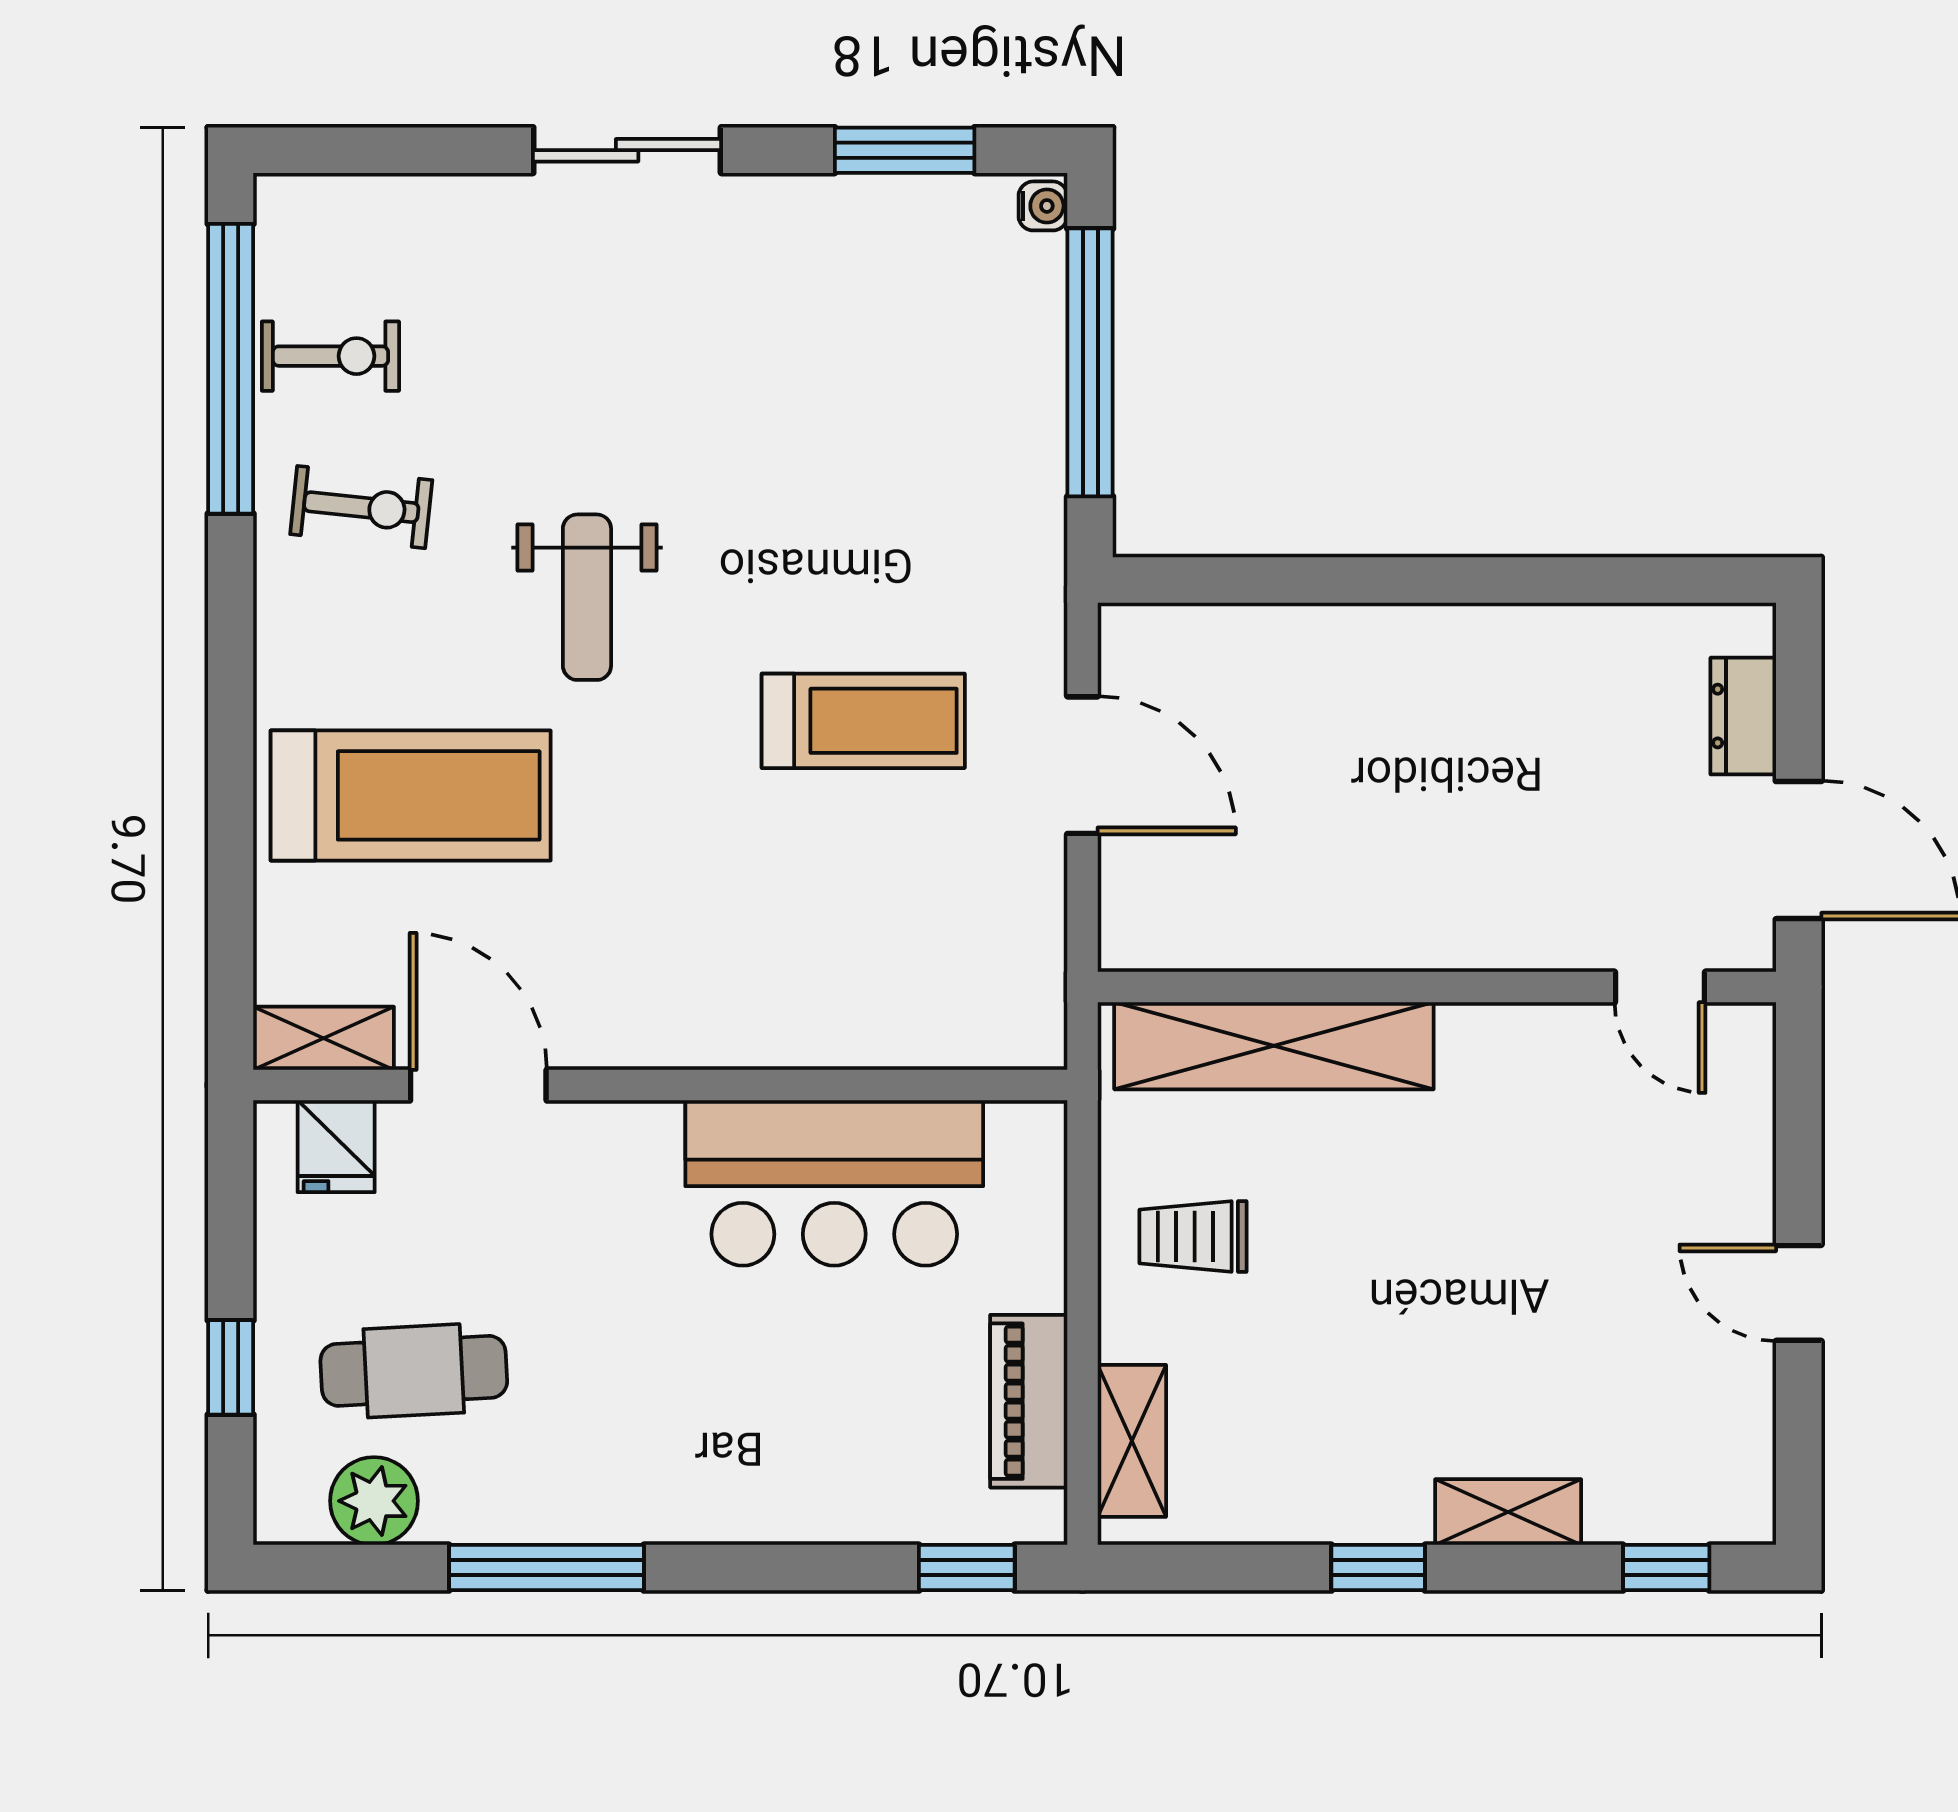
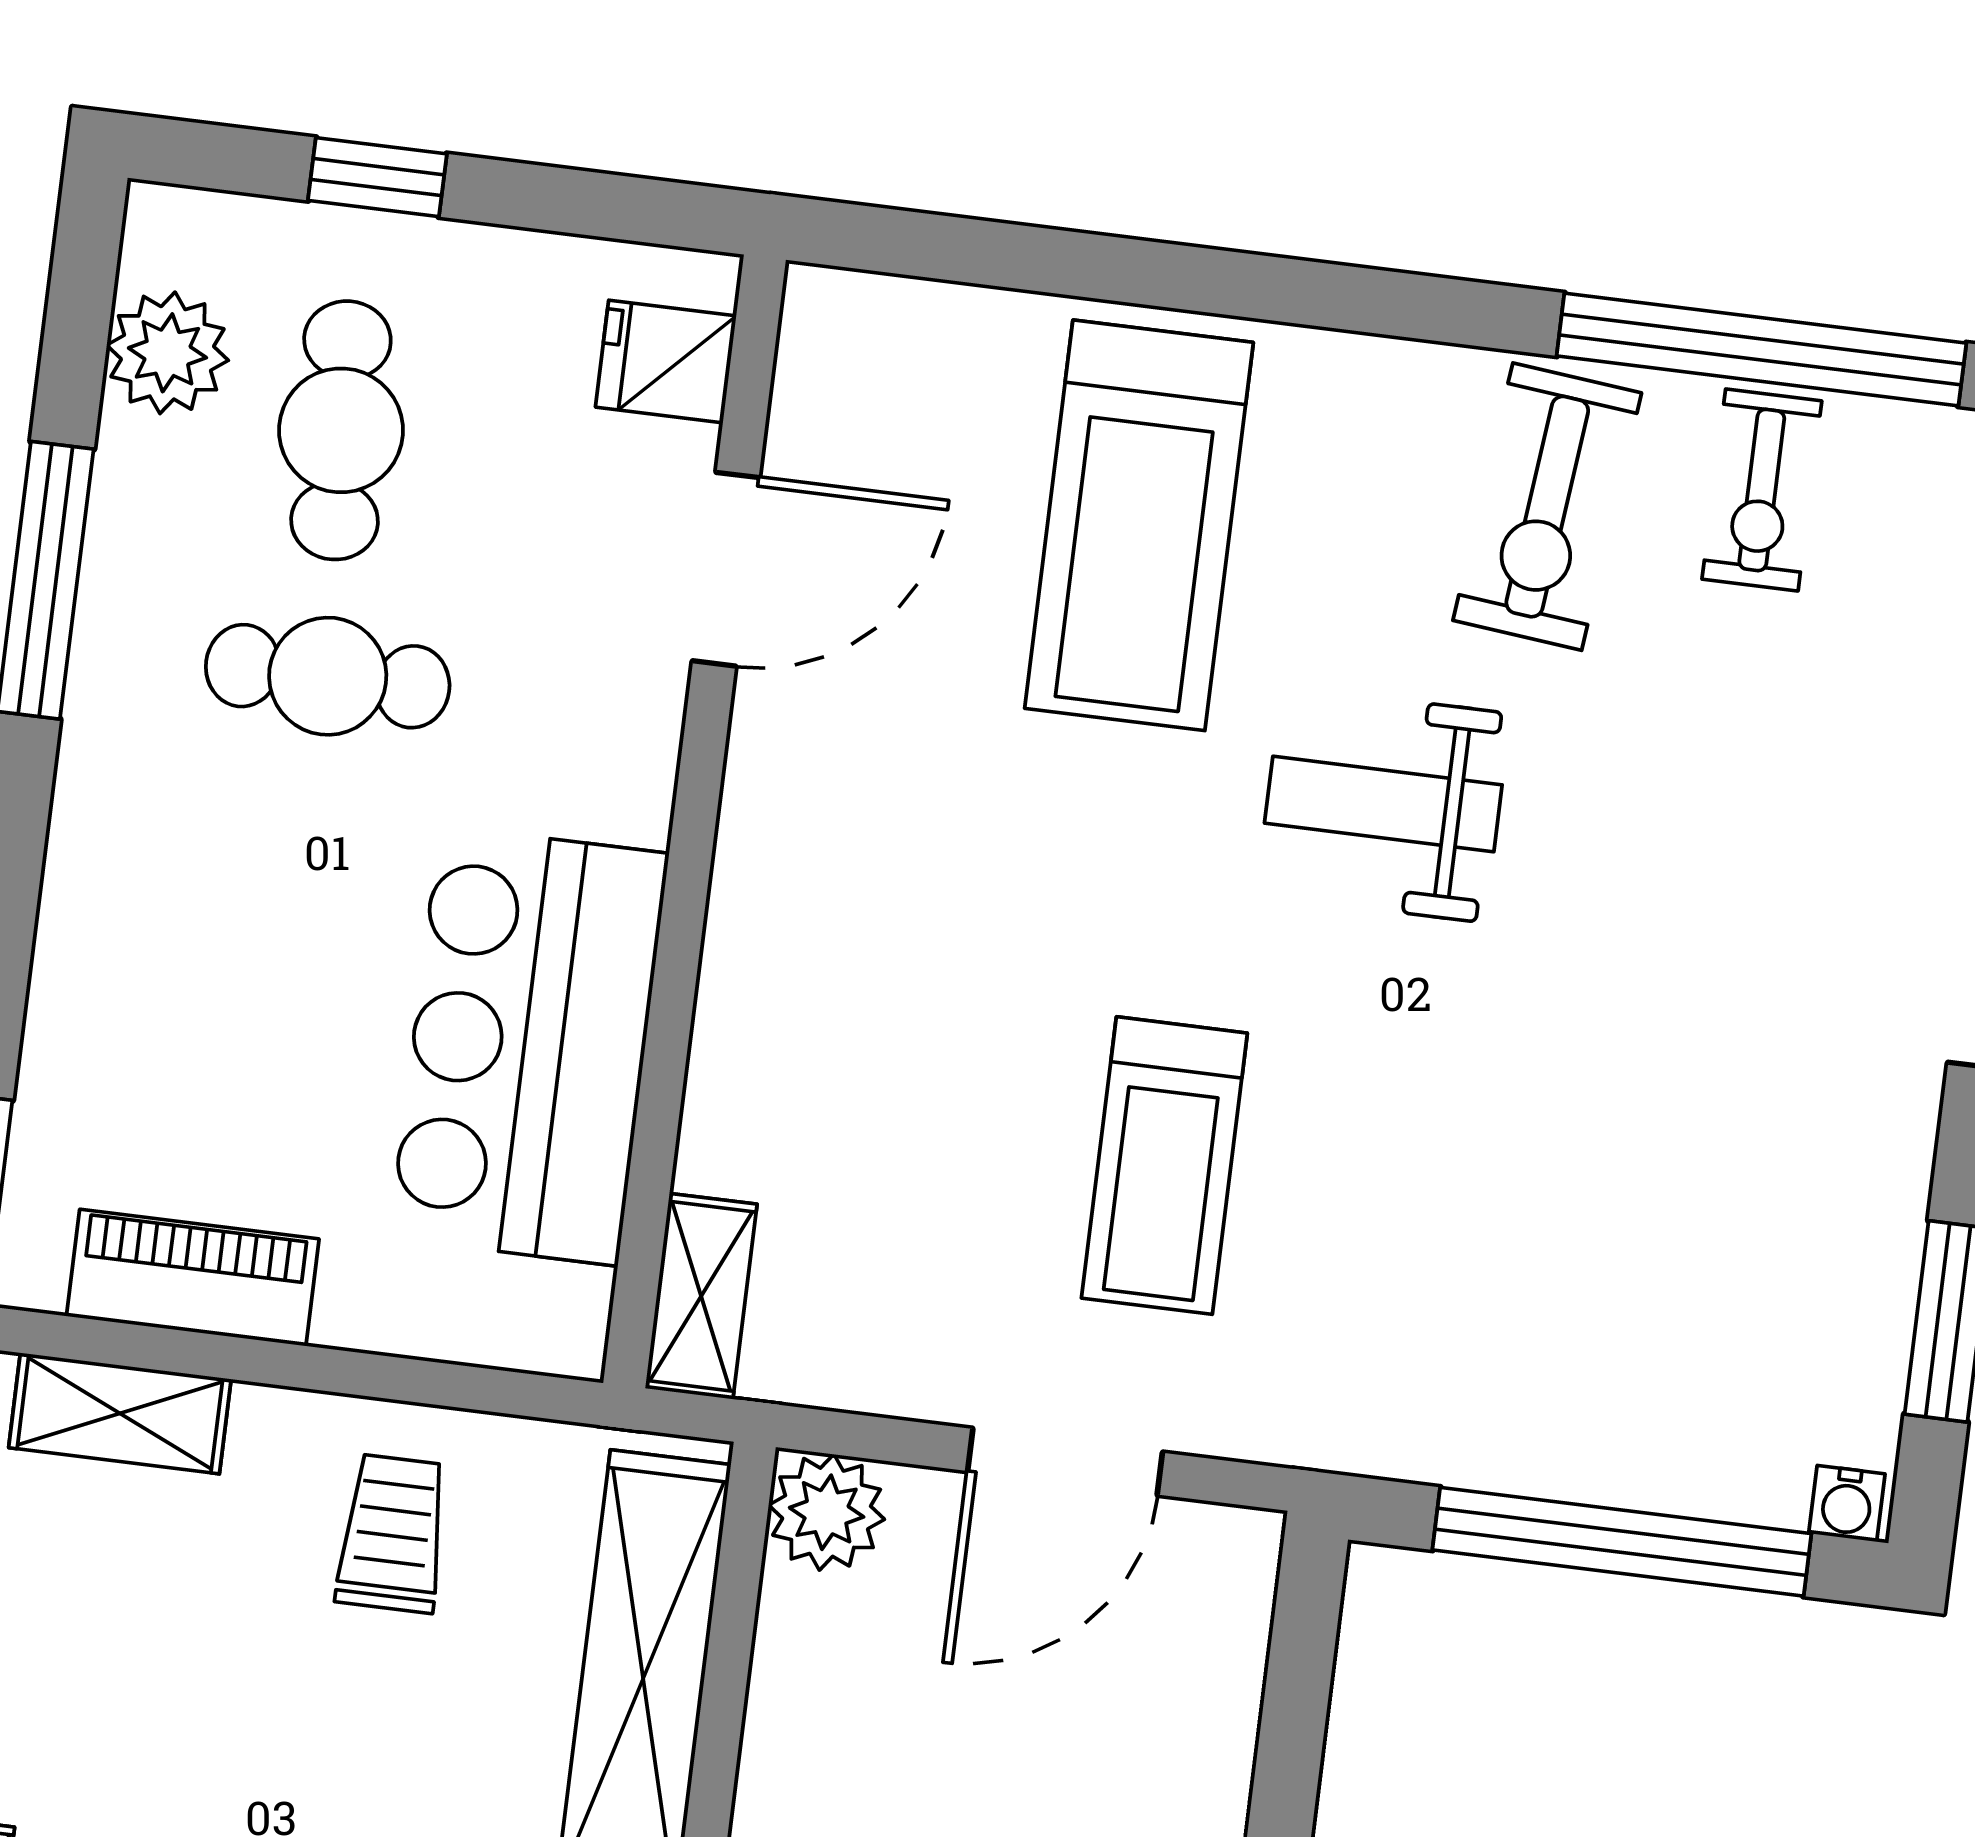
exercise bike: (361, 507) -> (1547, 507), width x1.38, depth x1.39
plant: (1139, 930) -> (827, 1512), added
shelving: (324, 1038) -> (701, 1296), moved
cafe table: (590, 1359) -> (328, 676), added

